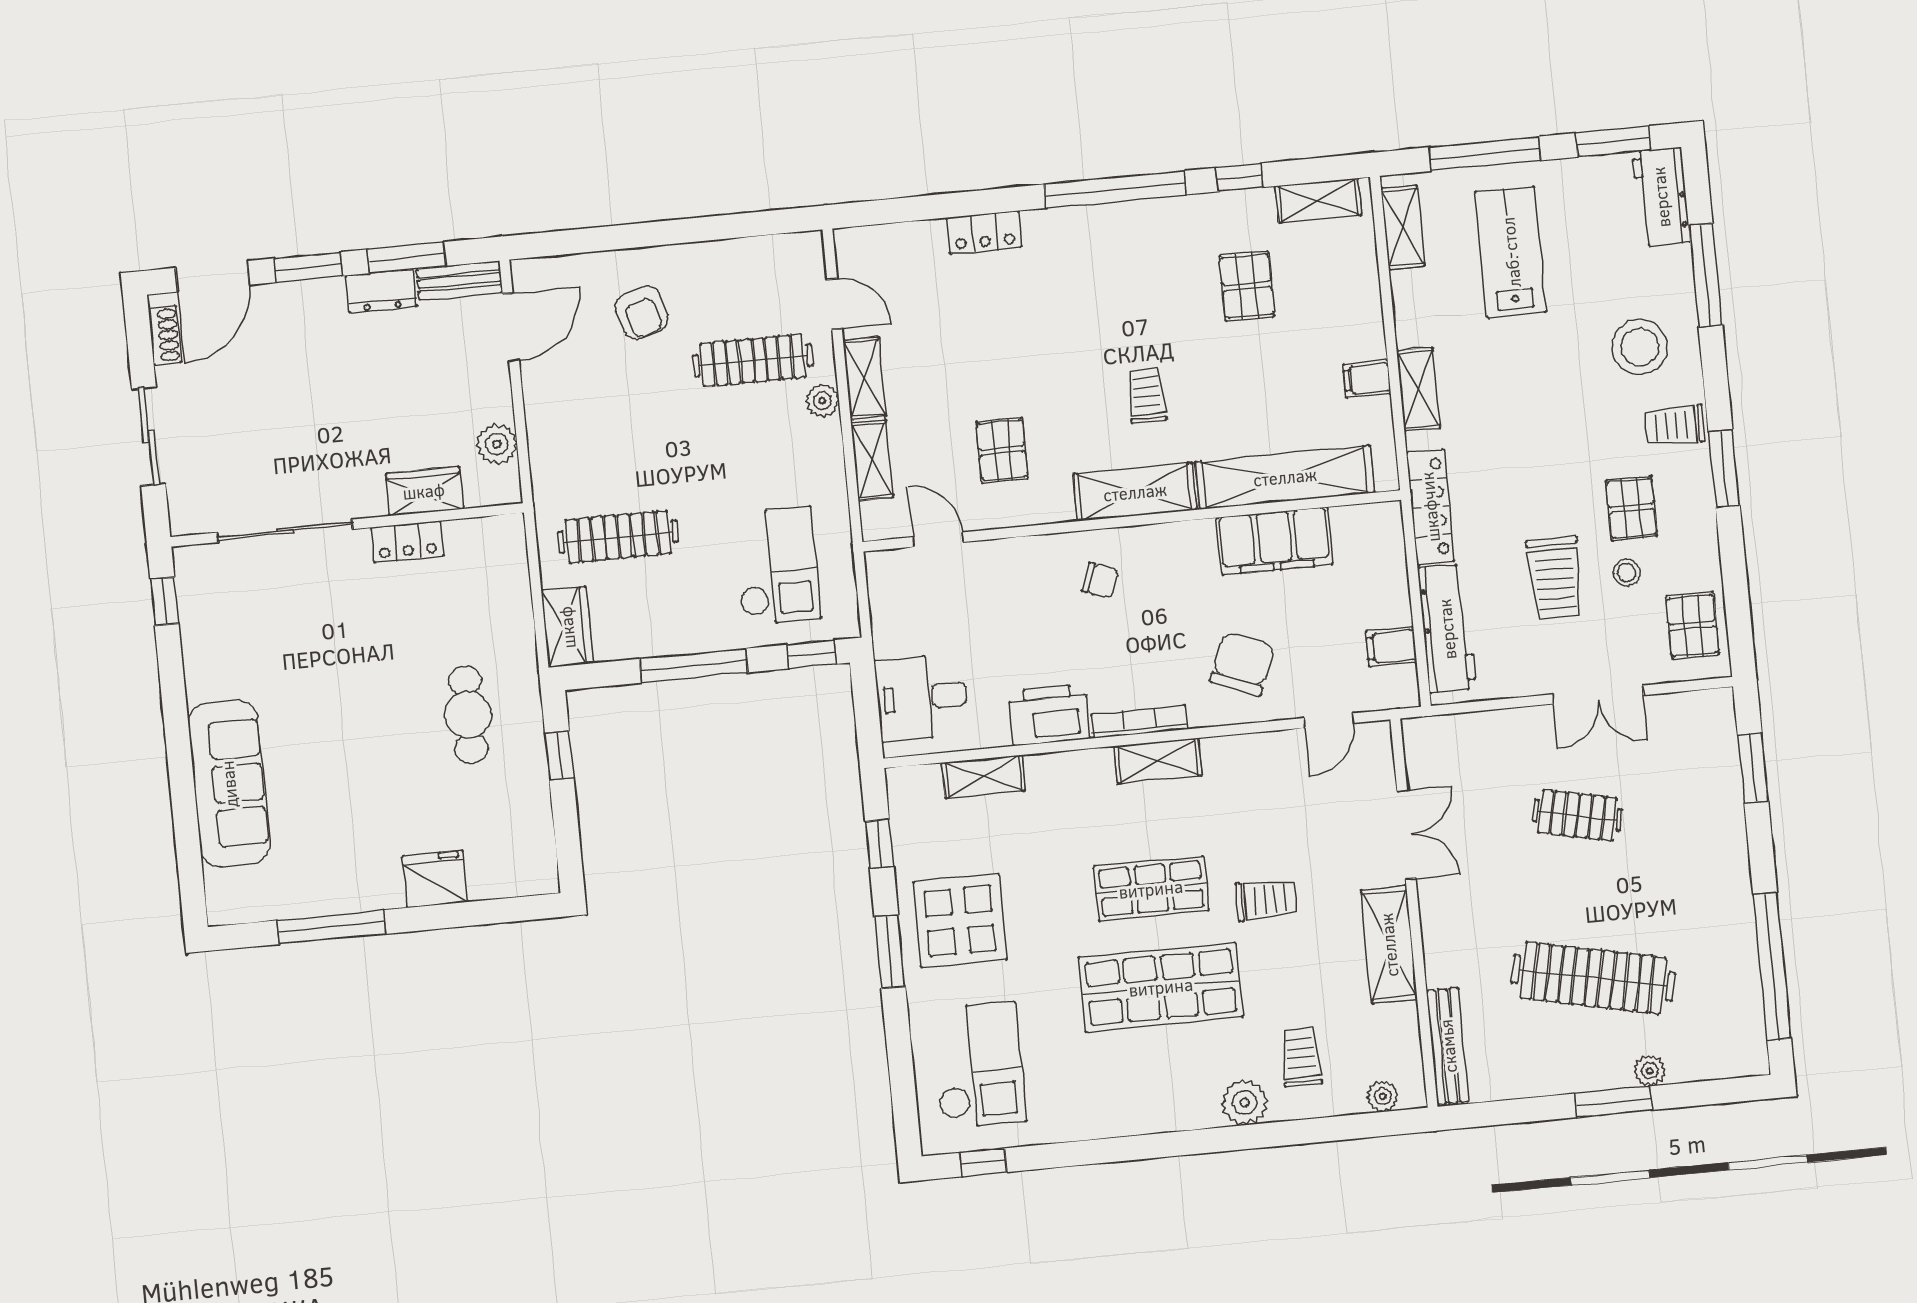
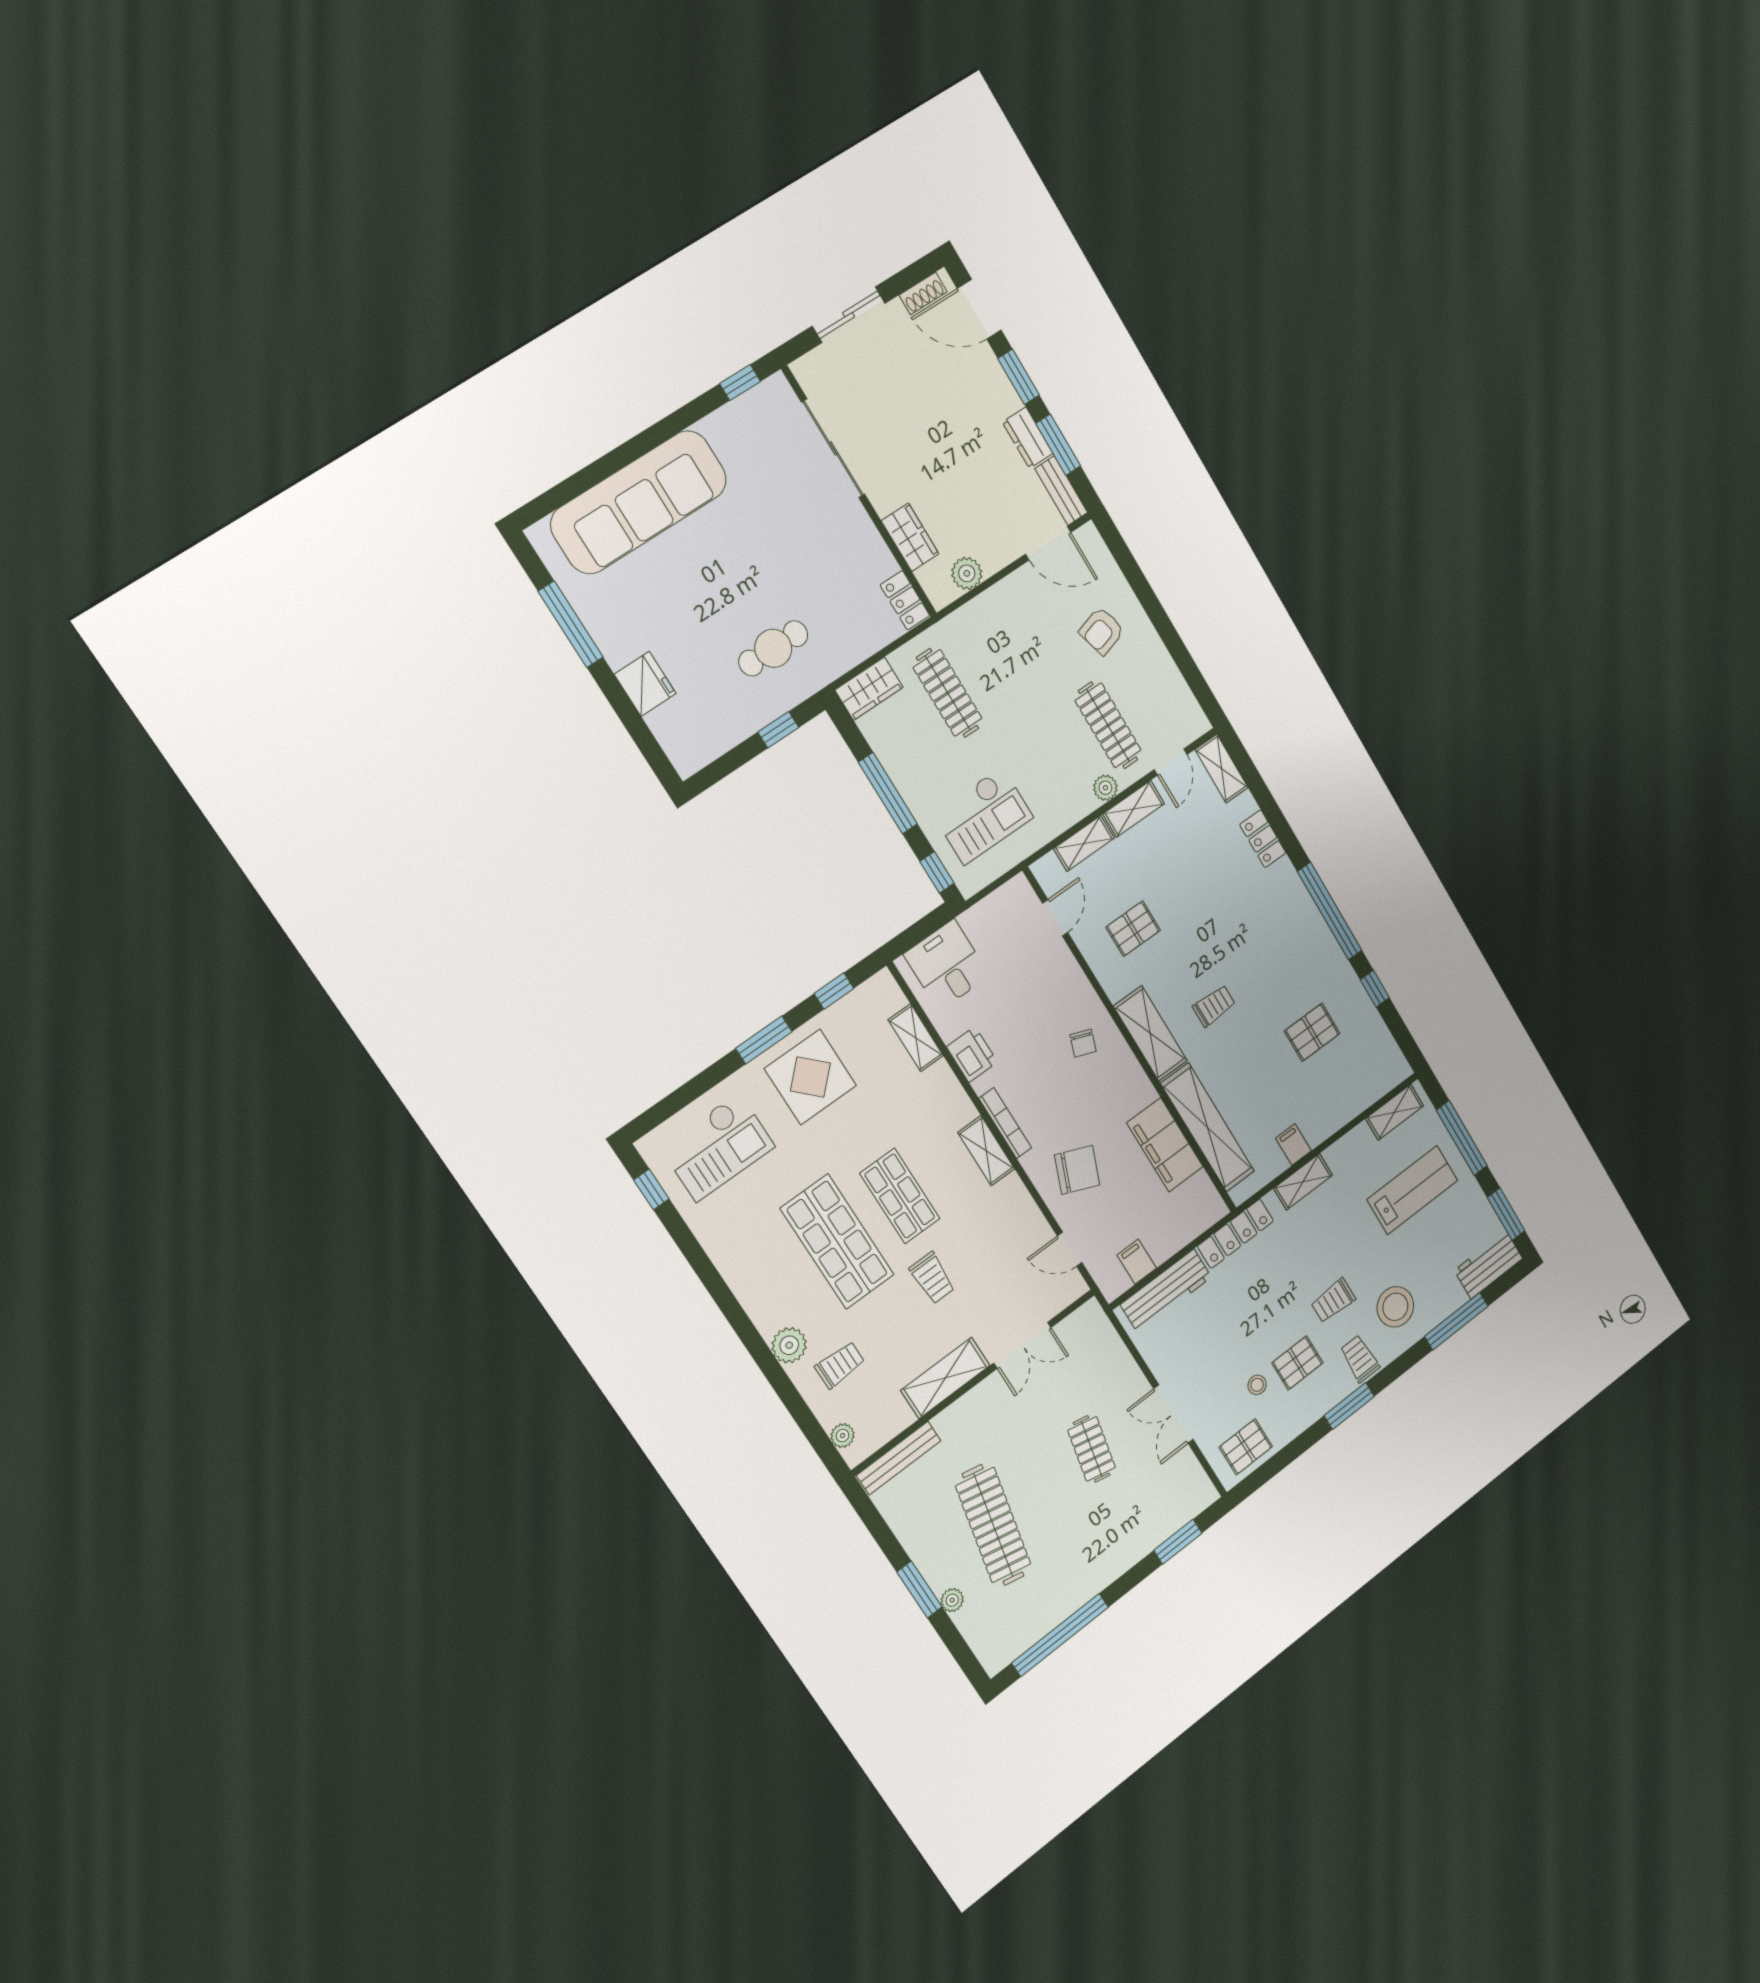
shelving: (1318, 201) -> (1222, 769), moved
locker: (407, 542) -> (905, 600), moved
trolley: (1555, 578) -> (1333, 1301), moved, width x0.73, depth x0.72
printer: (1049, 715) -> (972, 1054), width x0.73, depth x0.84
sofa: (229, 784) -> (639, 502), width x1.36, depth x1.27

